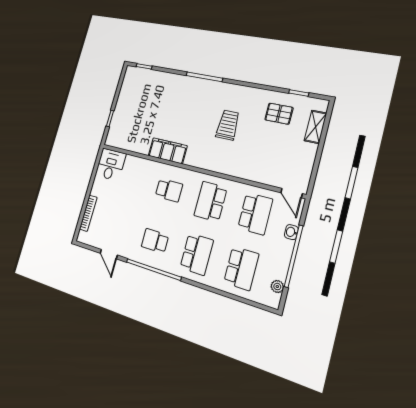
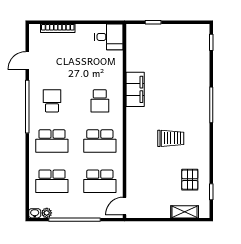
school desk: (211, 202) -> (100, 141), turned 180
washbasin: (291, 232) -> (35, 213), moved

